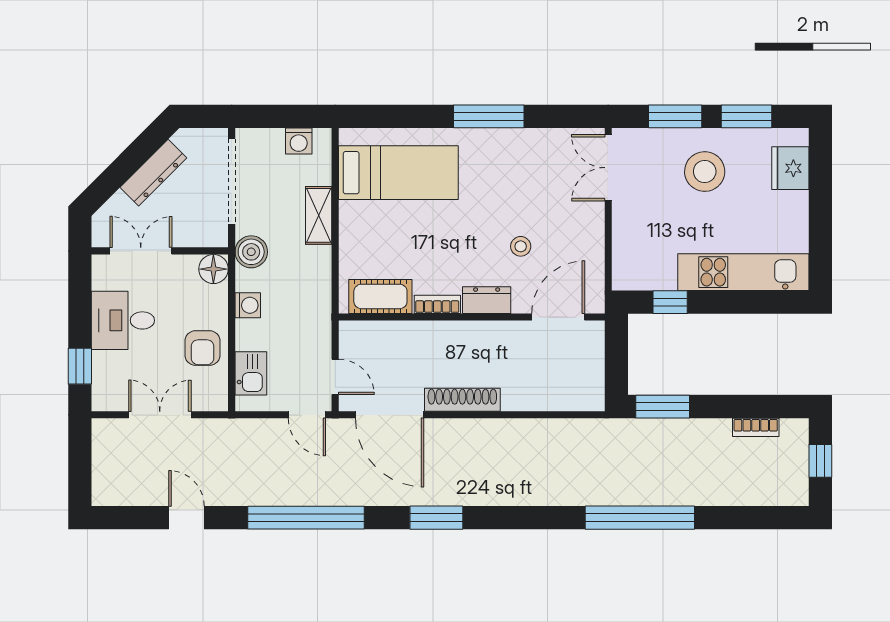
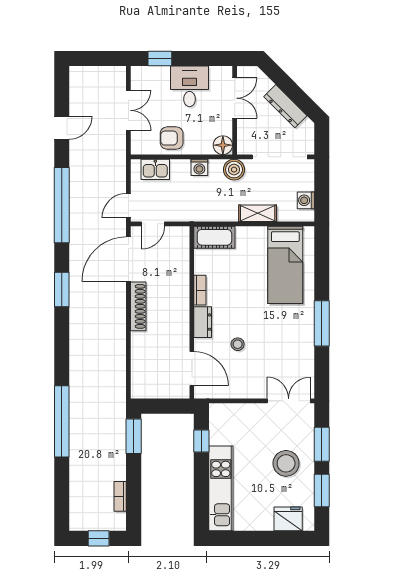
cot: (380, 296) -> (214, 237), moved, turned 90

